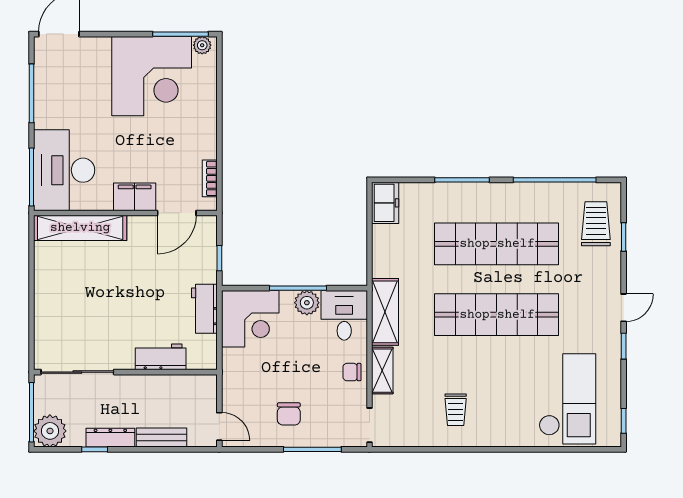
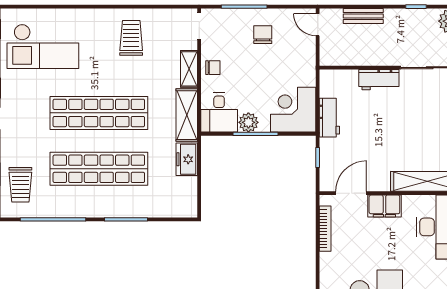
bookcase: (210, 178) -> (325, 229), width x1.56
freezer: (385, 203) -> (187, 159), moved
workbench: (161, 357) -> (379, 80), moved
checkout: (567, 399) -> (43, 46), turned -90
trolley: (456, 410) -> (131, 38), width x1.36, depth x1.39
dresser: (110, 438) -> (404, 16), removed

